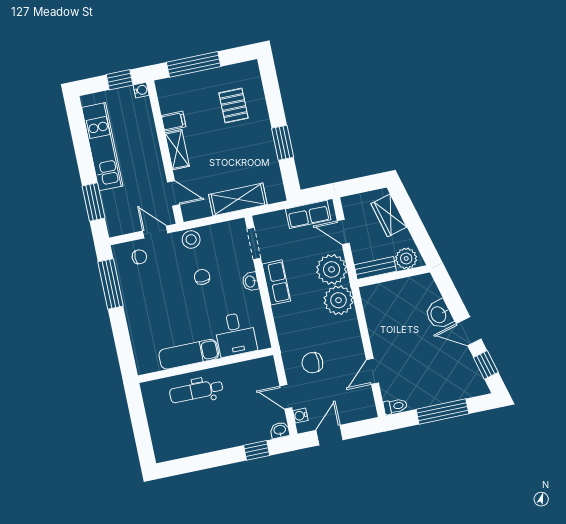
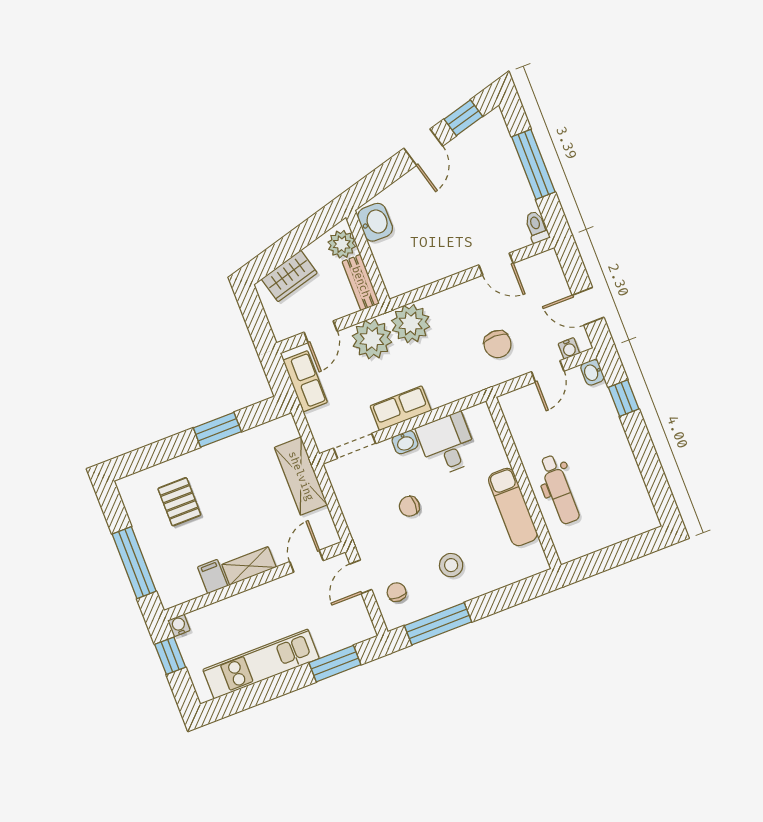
pallet: (234, 106) -> (179, 502), turned 90
stool: (191, 239) -> (451, 565), moved
washbasin: (439, 314) -> (375, 222), moved, turned -75
desk: (235, 334) -> (447, 444), moved, turned -90

